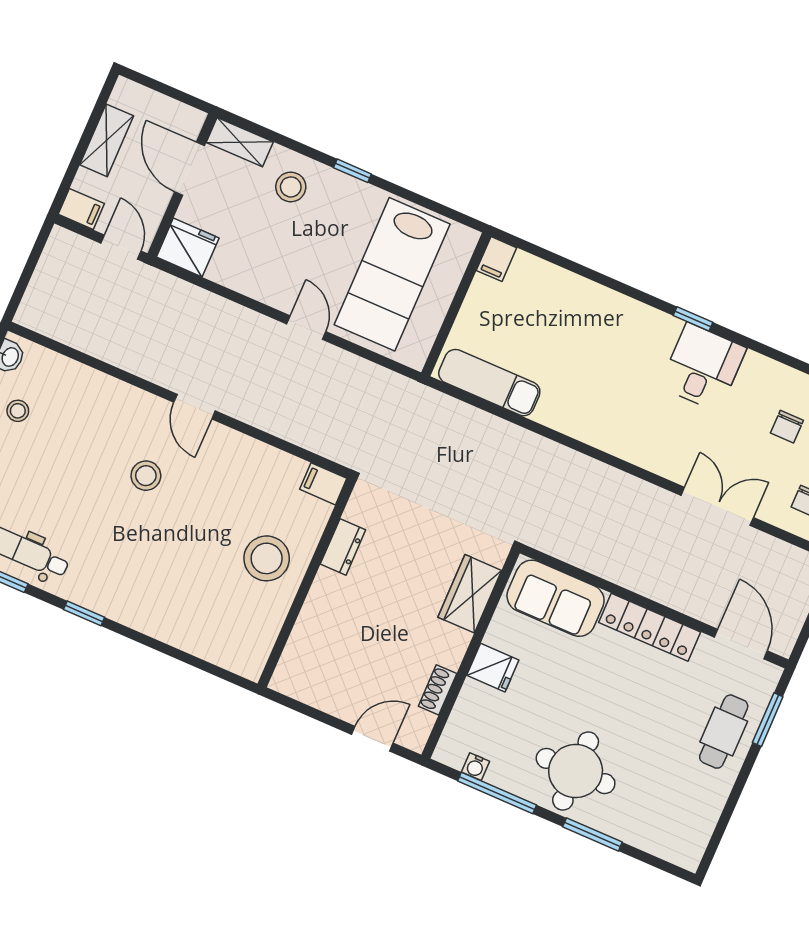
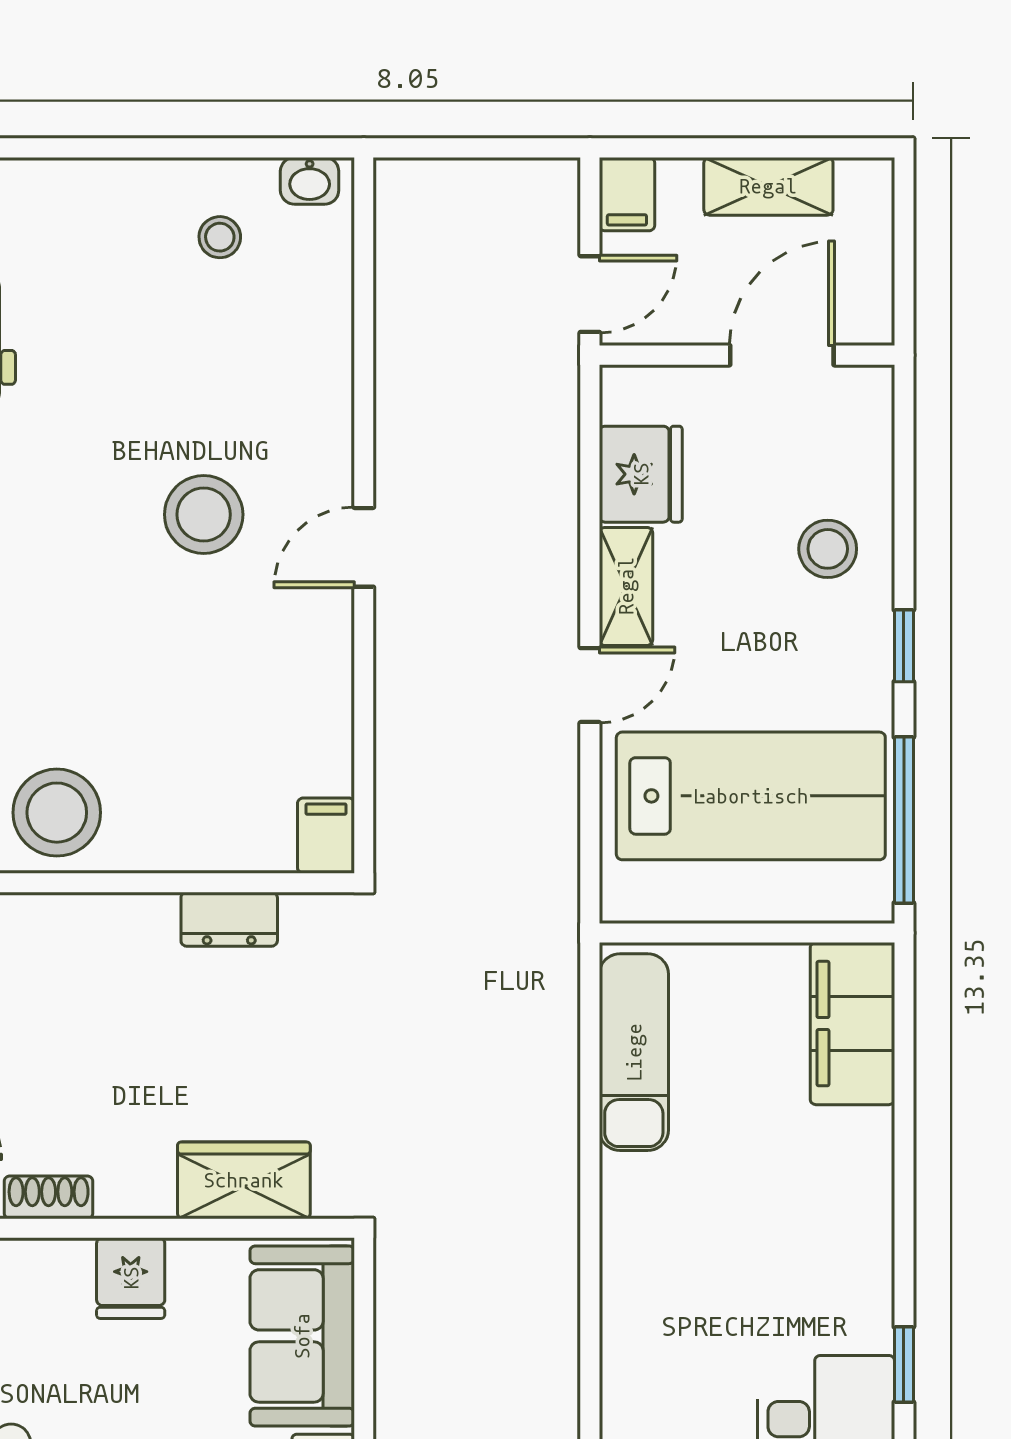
shelving: (240, 142) -> (626, 586), moved
window: (435, 207) -> (904, 820), added
fridge: (188, 247) -> (641, 474), moved
filing cabinet: (496, 259) -> (852, 1024), width x3.00, depth x1.17
lab bench: (392, 274) -> (751, 796), turned 180
stool: (146, 476) -> (204, 515), width x1.38, depth x1.38
stool: (267, 558) -> (57, 813), moved

